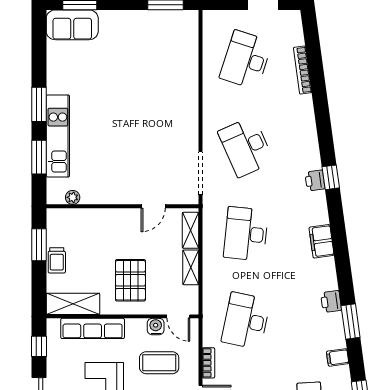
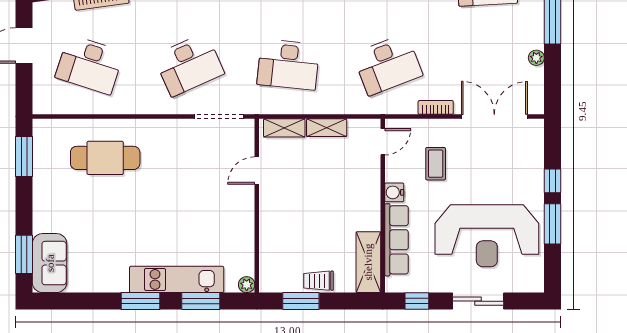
cafe table: (164, 73) -> (105, 158), added
plant: (73, 197) -> (247, 285), moved
door: (153, 206) -> (257, 171), swing flipped
trolley: (57, 260) -> (319, 281), turned 180
pallet: (130, 280) -> (341, 197), removed
desk: (246, 321) -> (388, 65), turned -33
water cooler: (156, 327) -> (394, 192), moved
coffee table: (159, 363) -> (436, 164), width x0.73, depth x0.77

